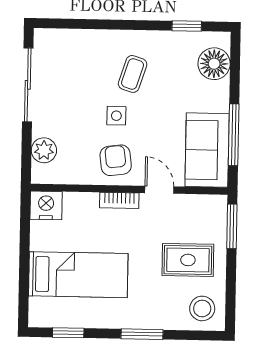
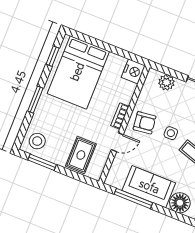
sofa: (207, 150) -> (149, 187), moved
window: (232, 226) -> (42, 162), moved
rug: (188, 260) -> (81, 155), moved
bed: (78, 275) -> (78, 72), width x1.50

